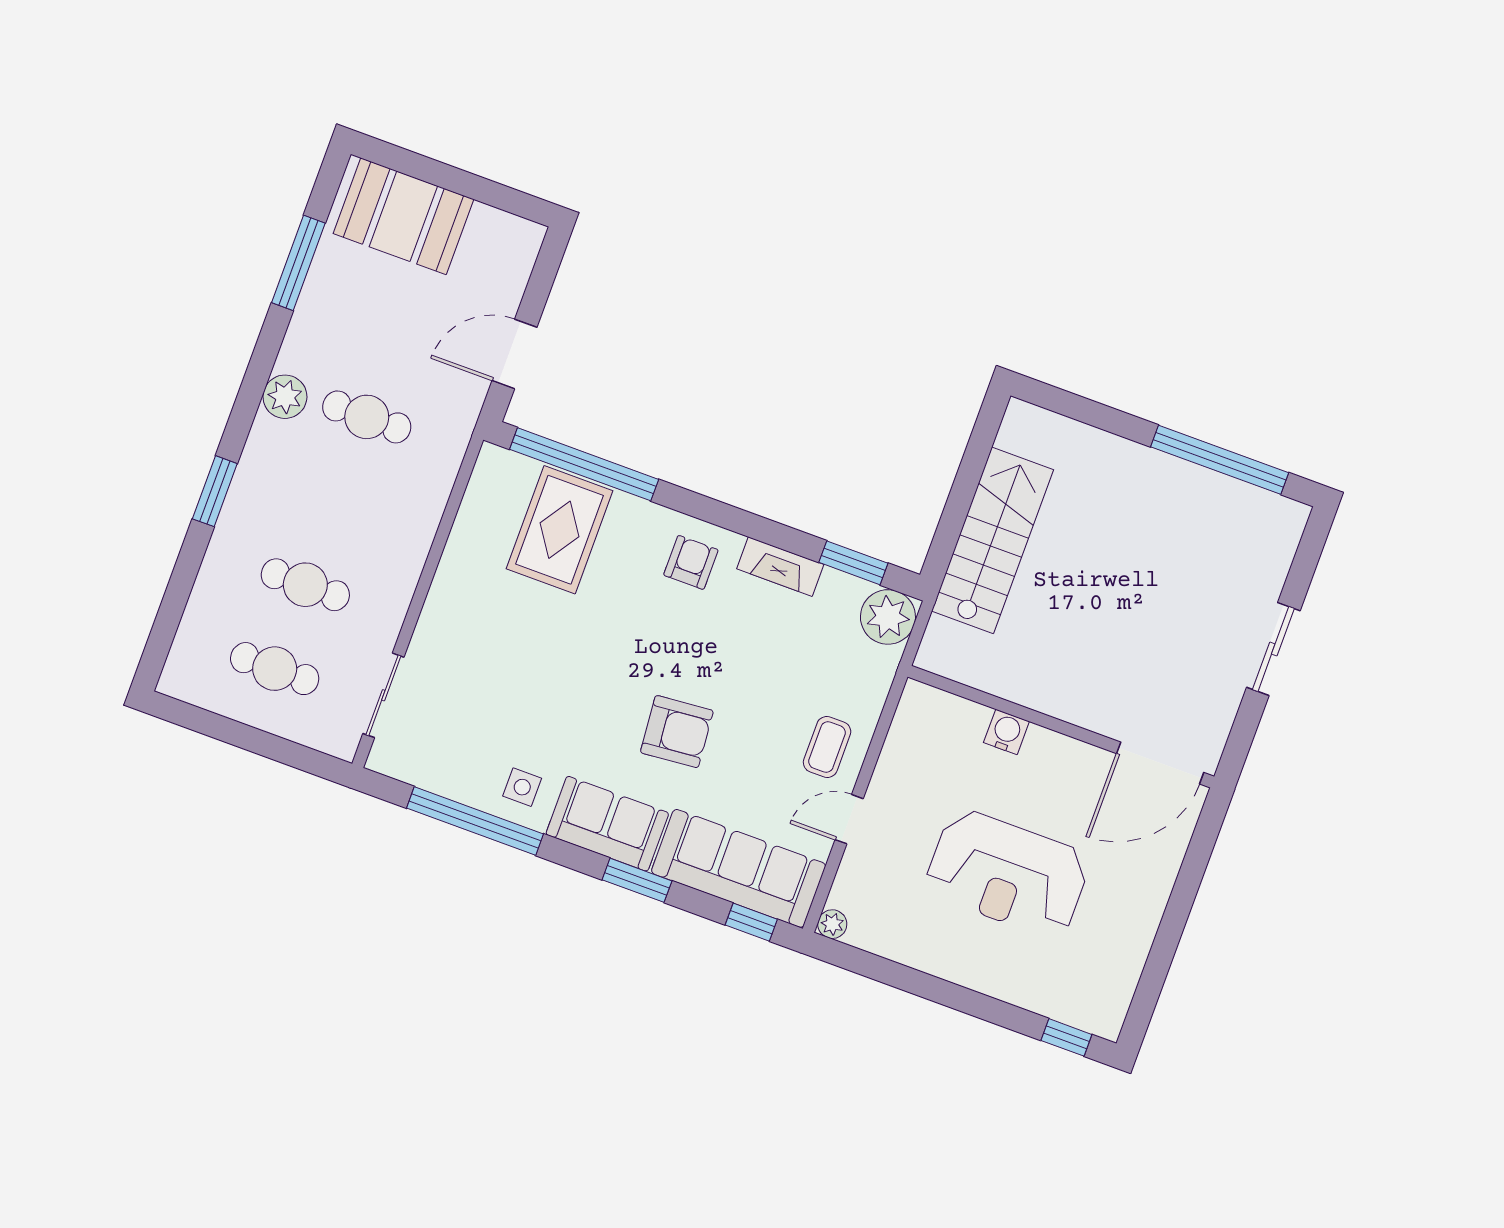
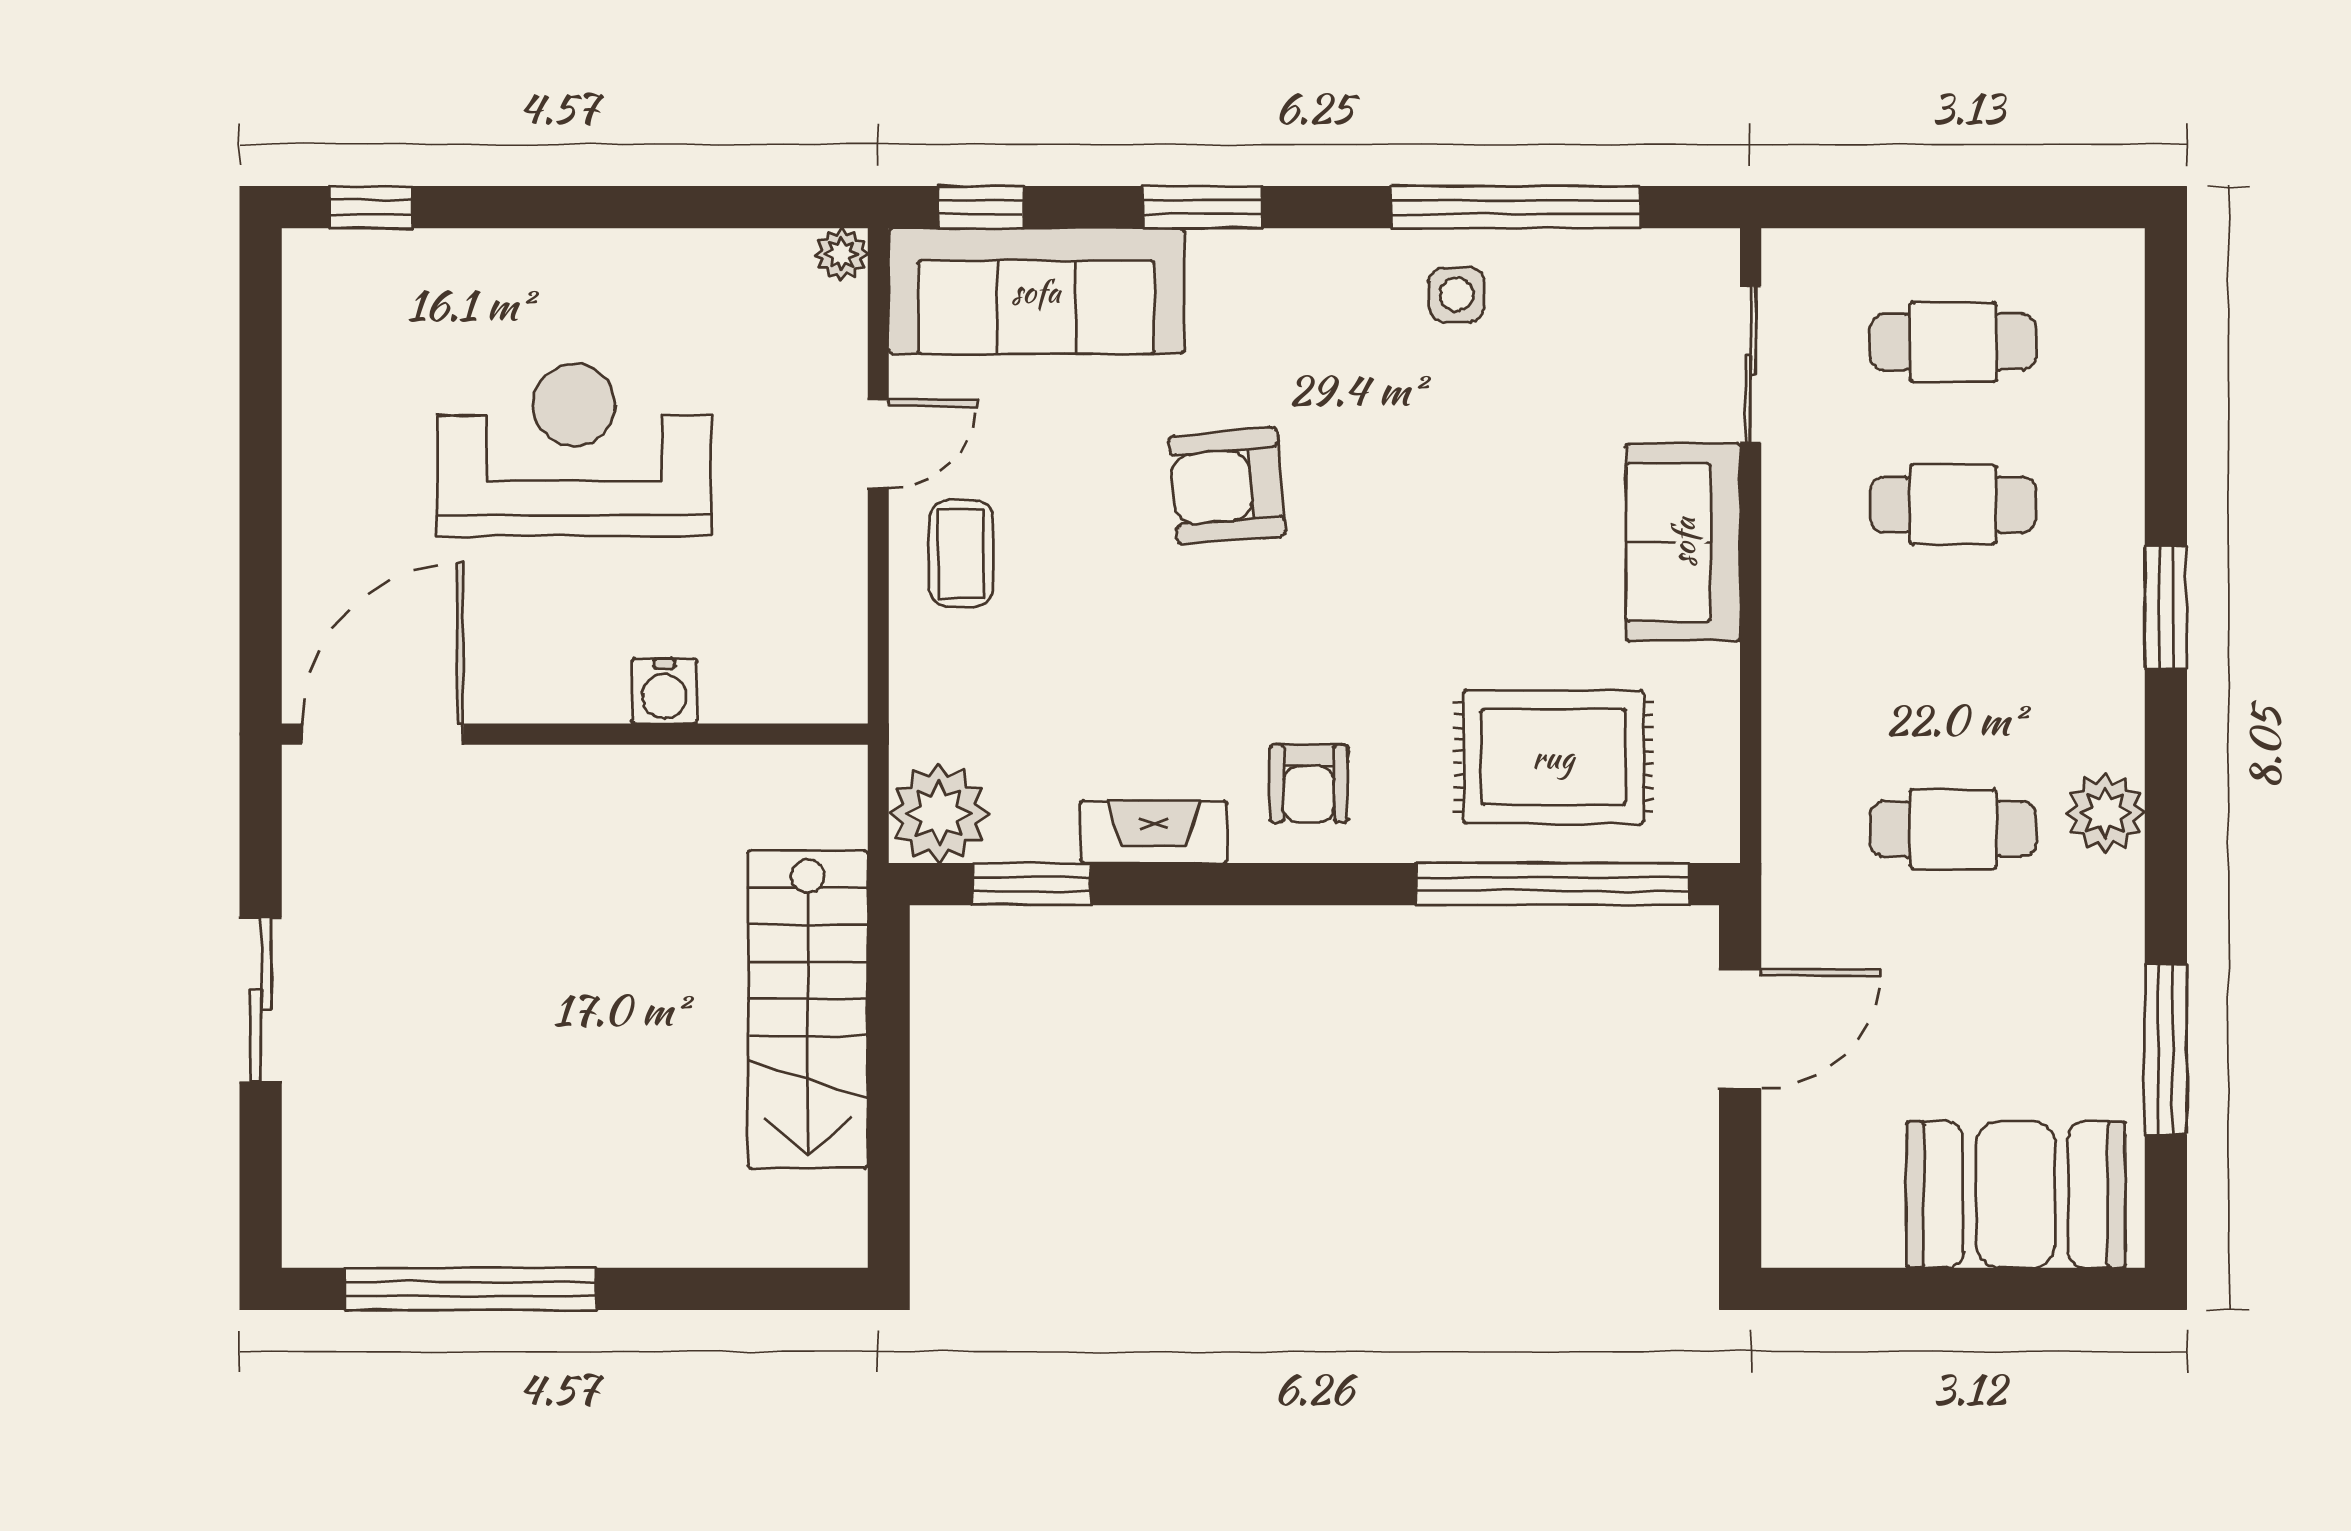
rug: (560, 530) -> (1553, 757), turned 90
sofa: (607, 824) -> (1683, 542), moved, turned 90

